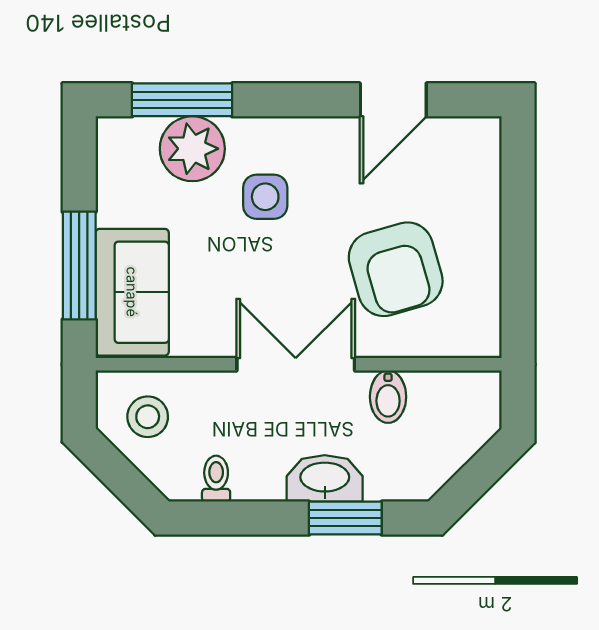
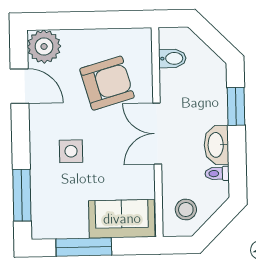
plant: (192, 149) -> (44, 46), moved
window: (79, 266) -> (84, 247), moved
bidet: (388, 397) -> (172, 58), moved
washbasin: (325, 478) -> (216, 145), moved

